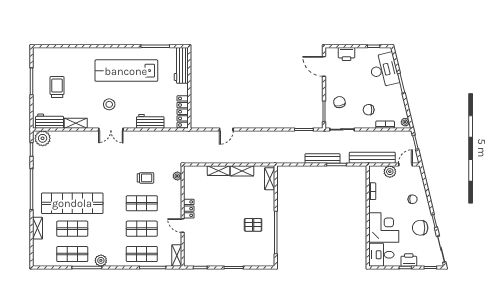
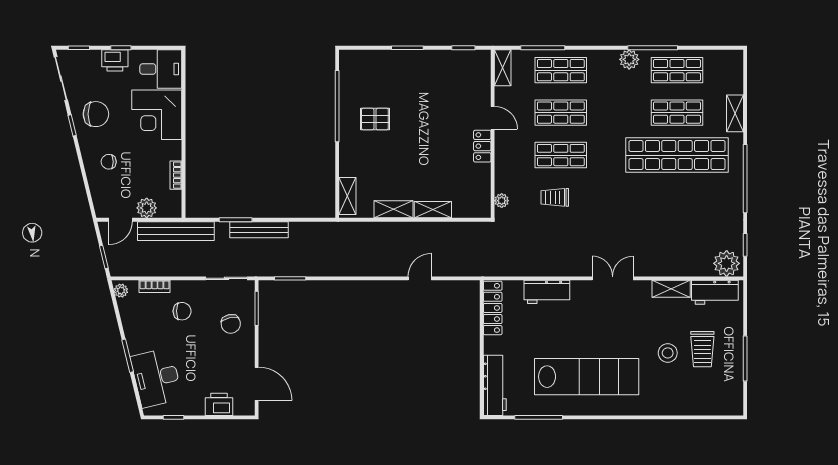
stool: (109, 104) -> (668, 353), moved

